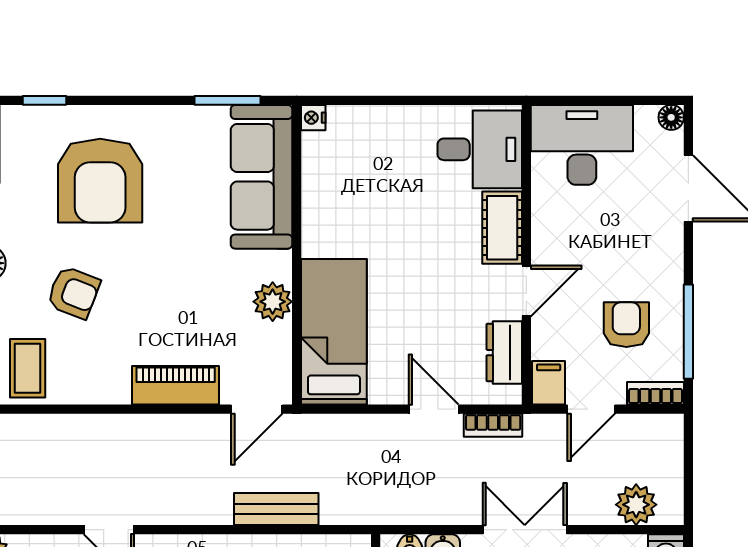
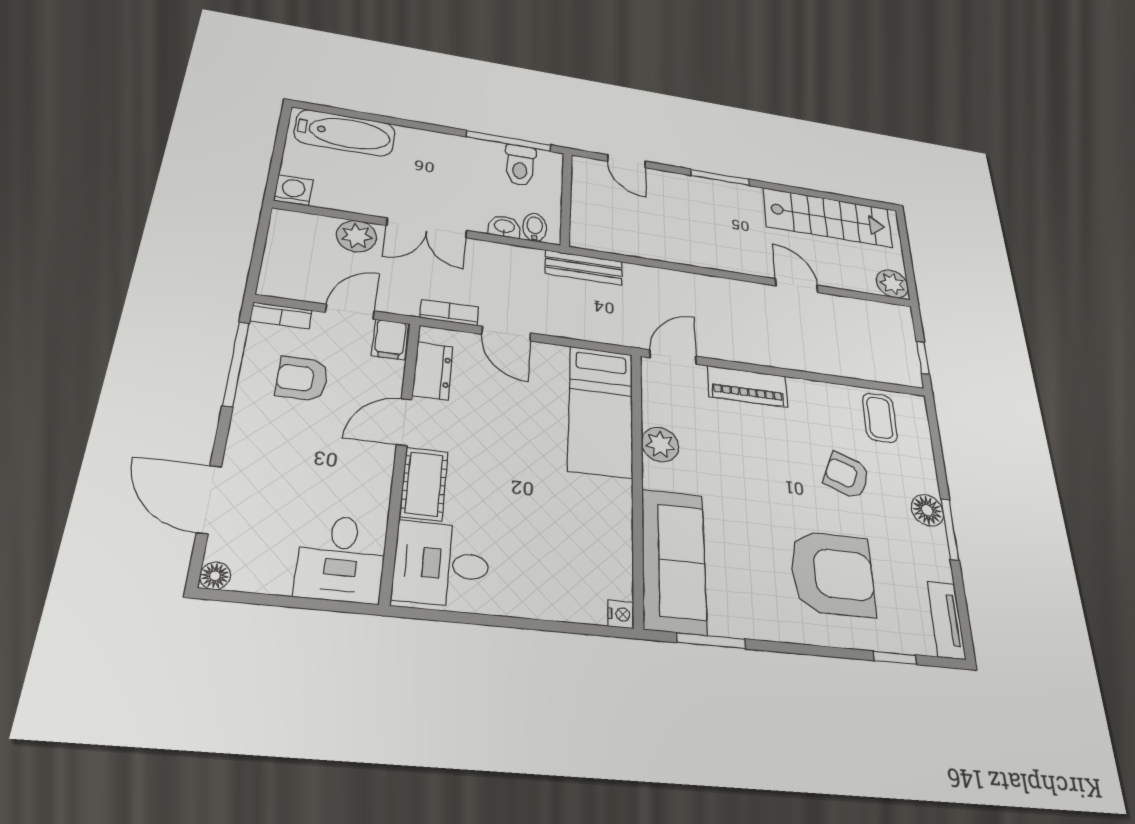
desk: (582, 145) -> (341, 558), width x0.73
armchair: (100, 181) -> (832, 574), turned 90
armchair: (626, 325) -> (302, 379), turned 90
plant: (636, 505) -> (357, 236), moved
bench: (276, 509) -> (584, 268), moved

